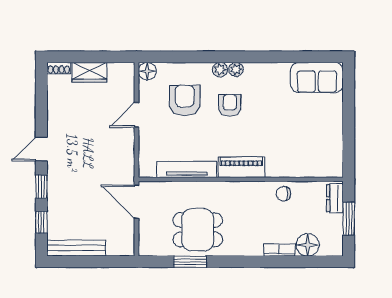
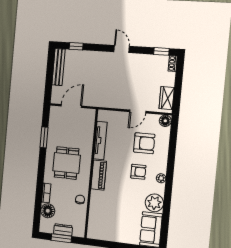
plant: (220, 70) -> (154, 203), moved, width x1.88, depth x1.88
wardrobe: (90, 72) -> (167, 98), moved
door: (136, 115) -> (138, 112), swing flipped
window: (41, 187) -> (161, 51), moved
dresser: (335, 198) -> (63, 230), moved
door: (136, 202) -> (71, 106), moved
dining table: (198, 230) -> (67, 163), moved

